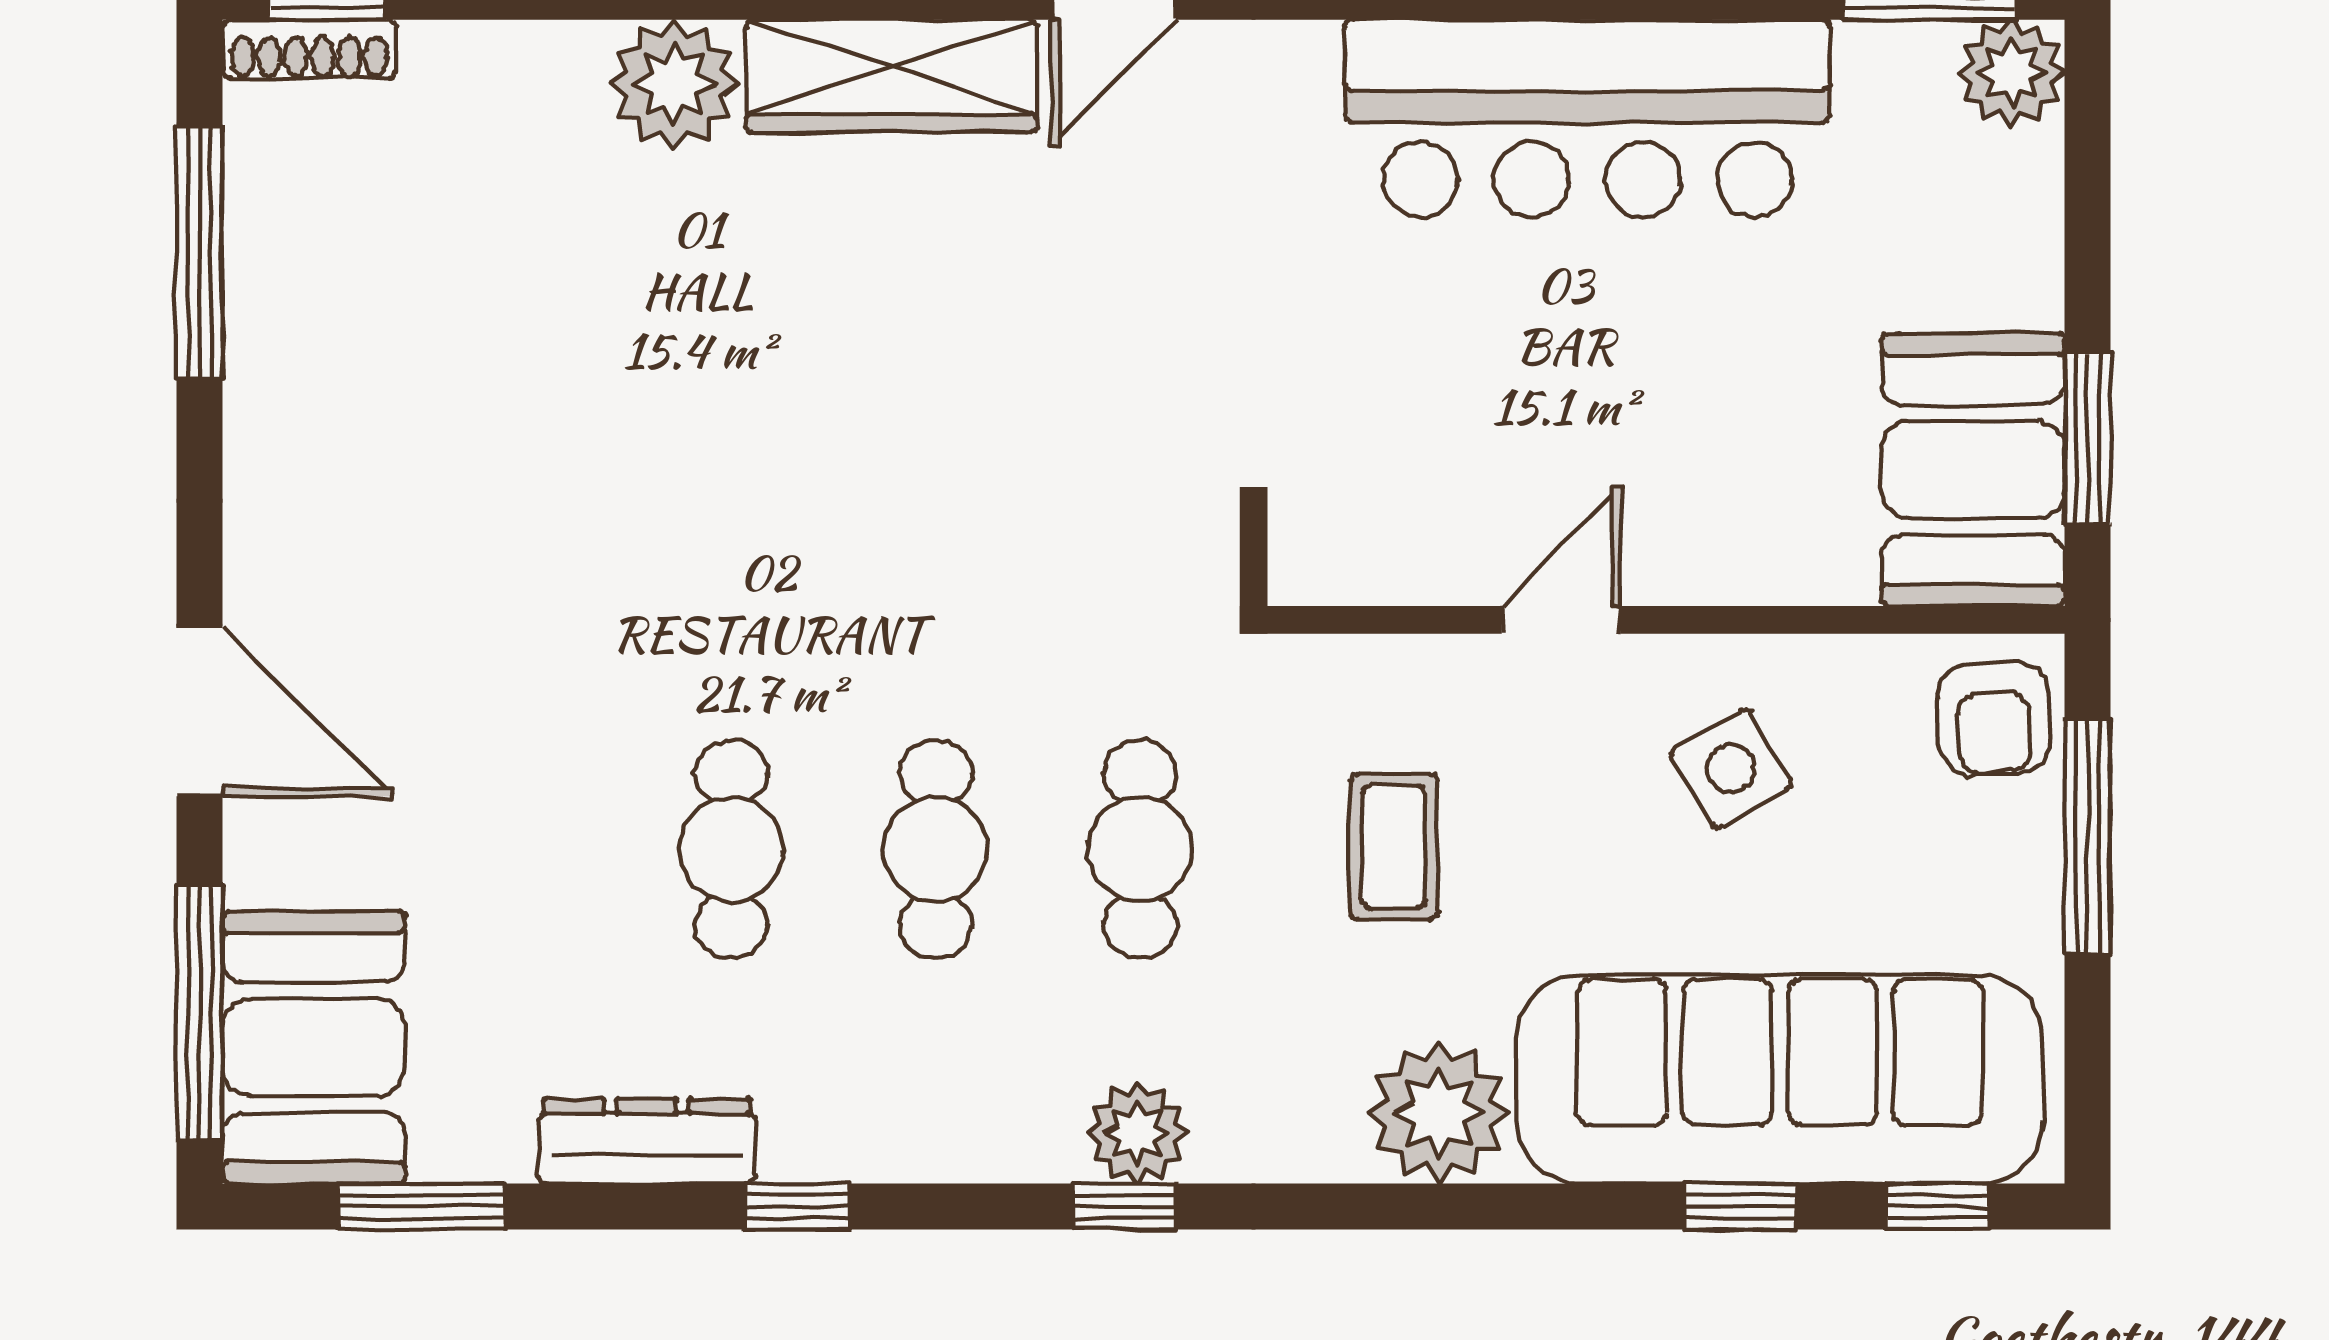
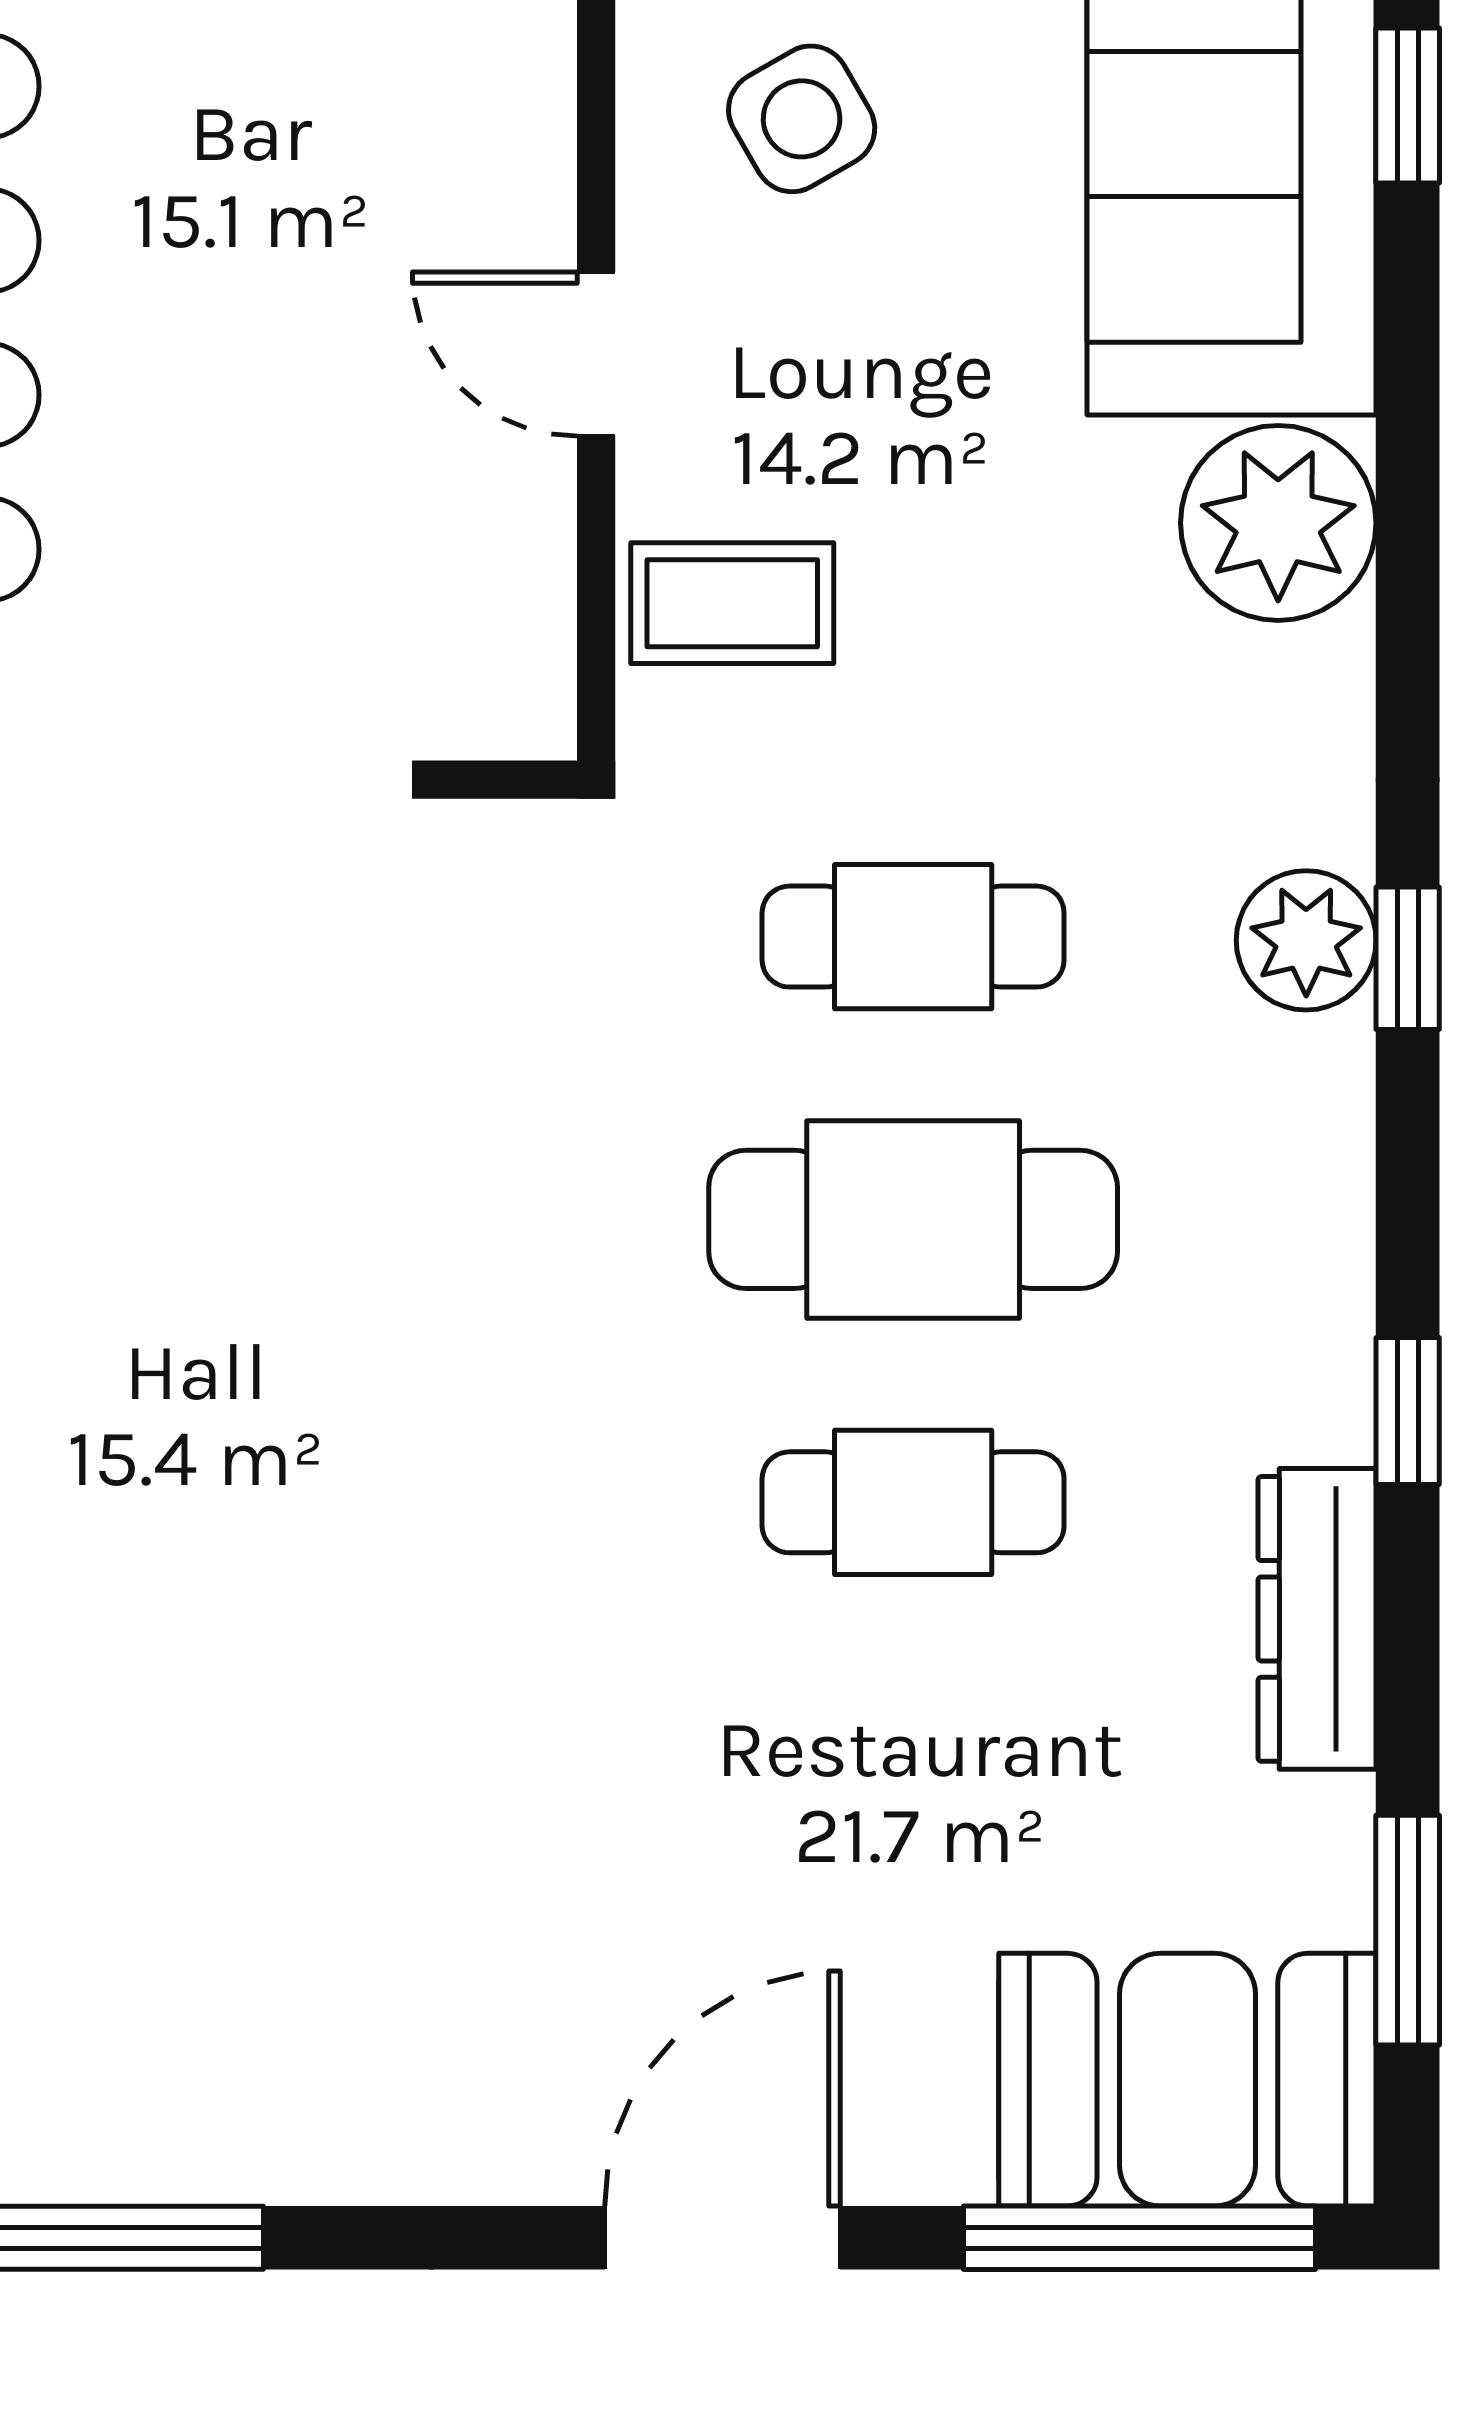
coffee table: (1394, 847) -> (732, 603), moved
cafe table: (936, 849) -> (913, 1219), width x1.37, depth x1.35

